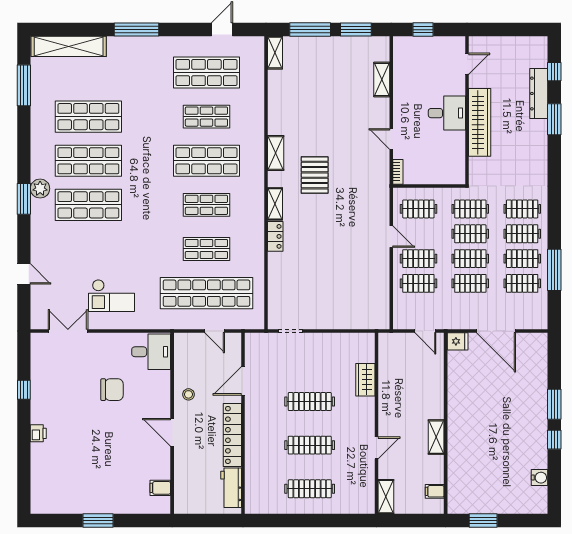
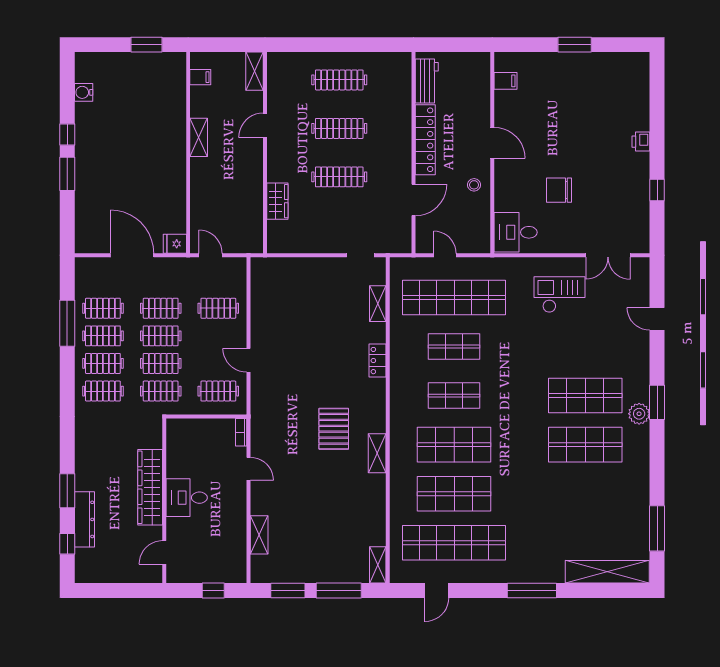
shop shelf: (206, 72) -> (454, 543), width x1.40
shop shelf: (88, 117) -> (585, 494), removed
shop shelf: (206, 117) -> (454, 494), width x1.43, depth x1.36
shelving: (275, 204) -> (378, 304), moved
clothes rail: (418, 259) -> (218, 336), removed

